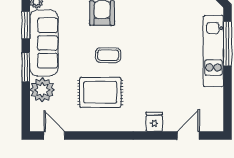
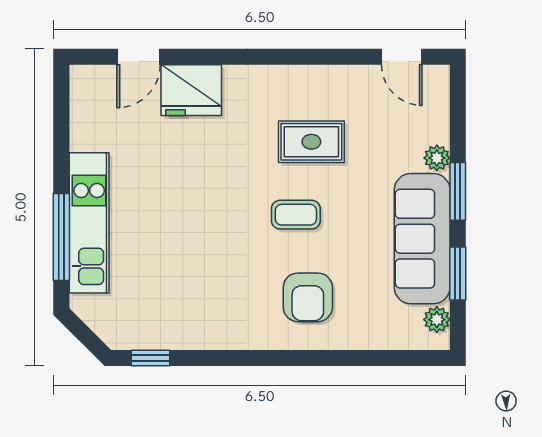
plant: (42, 90) -> (437, 158), width x0.53, depth x0.53
rug: (100, 92) -> (311, 142), width x0.73, depth x0.70
fridge: (154, 122) -> (191, 90), width x1.88, depth x1.34

